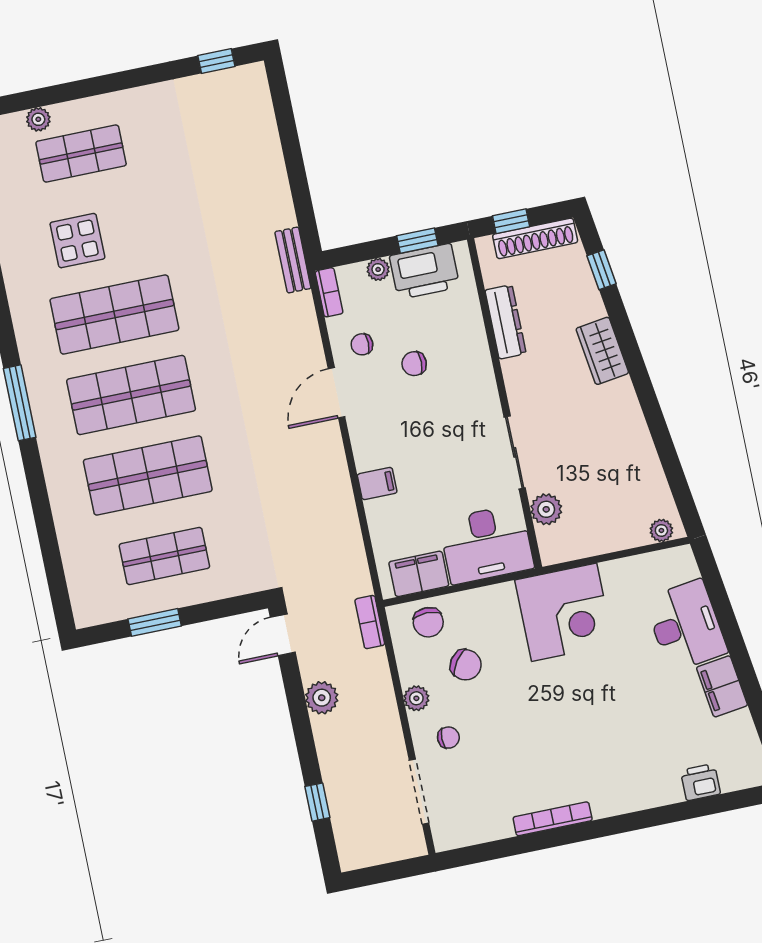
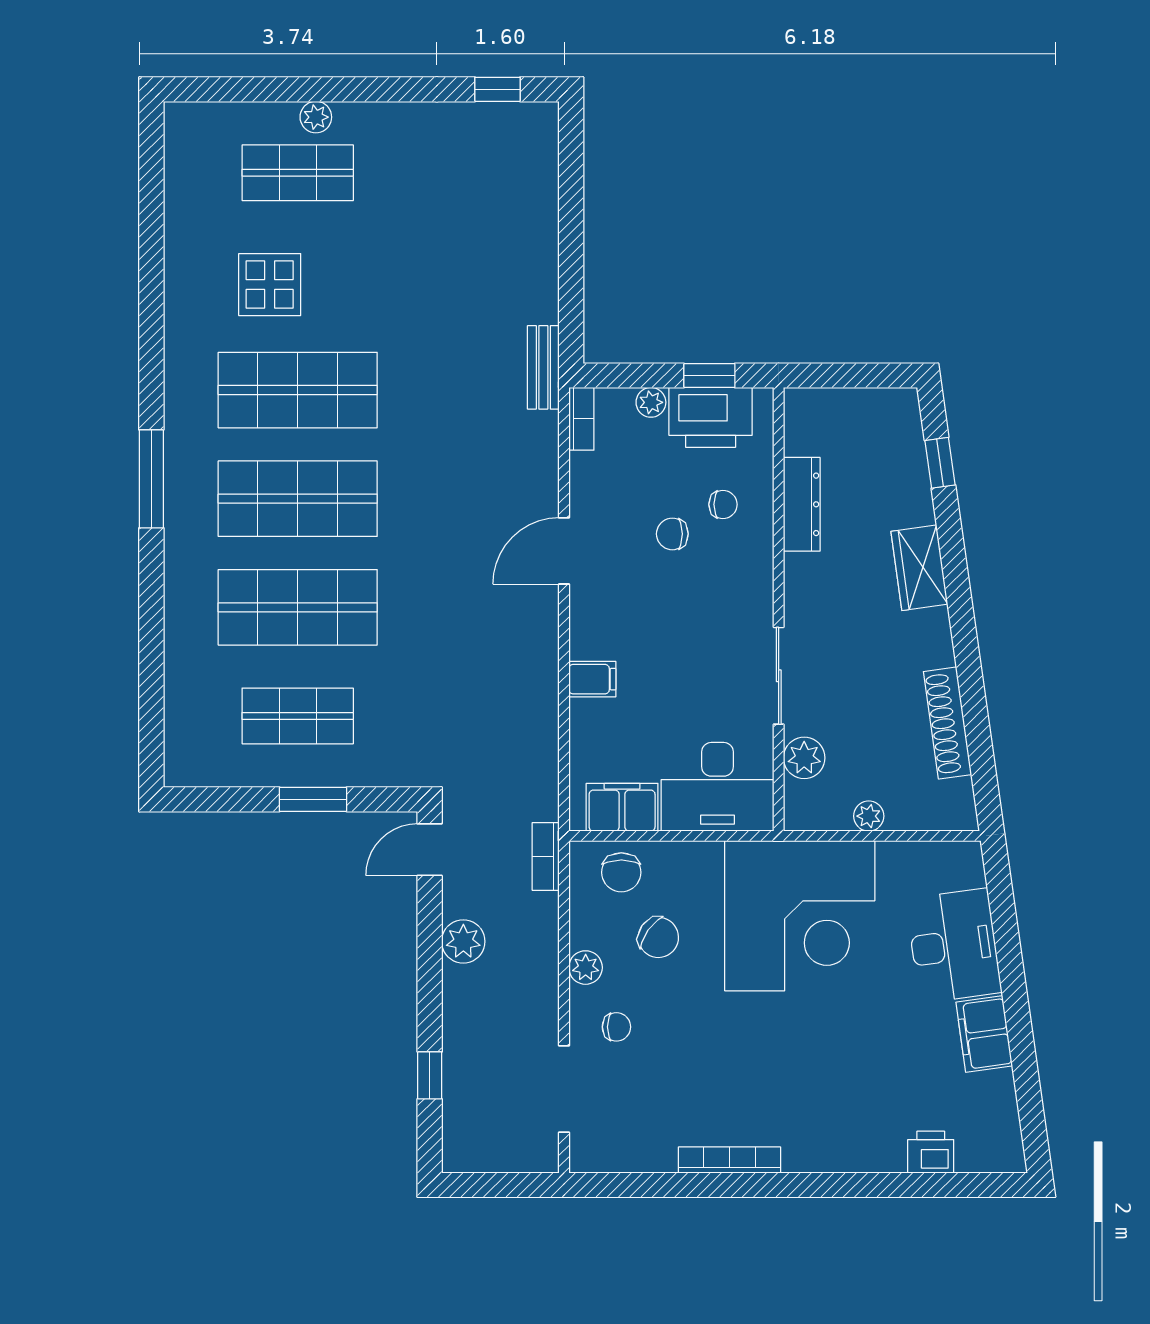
plant: (38, 119) -> (316, 117), moved
window: (511, 221) -> (836, 376), removed
shoe rack: (535, 238) -> (948, 723), moved, turned 82
chair: (362, 344) -> (723, 504), moved, turned 180
plant: (661, 530) -> (869, 816), moved
corner desk: (564, 612) -> (800, 916), width x1.36, depth x1.36
window: (155, 622) -> (313, 799), moved

